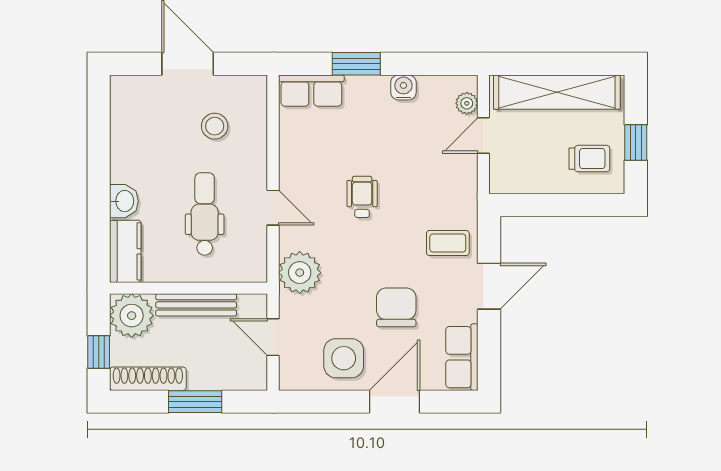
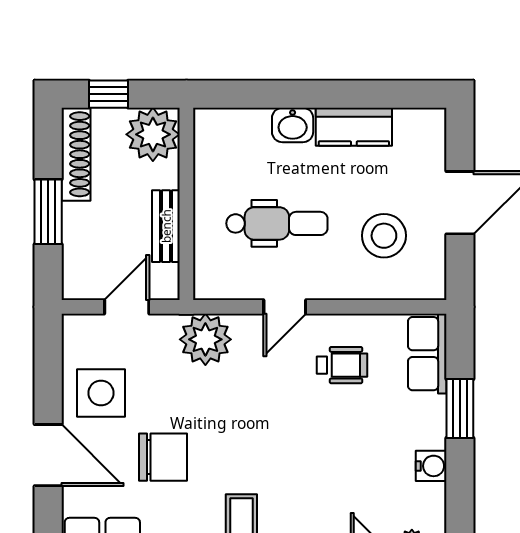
stool: (215, 126) -> (384, 236), width x1.38, depth x1.38
wheelchair: (362, 197) -> (342, 365), moved
kitchen counter: (125, 251) -> (354, 127), moved
bench: (196, 305) -> (166, 226), width x0.73

